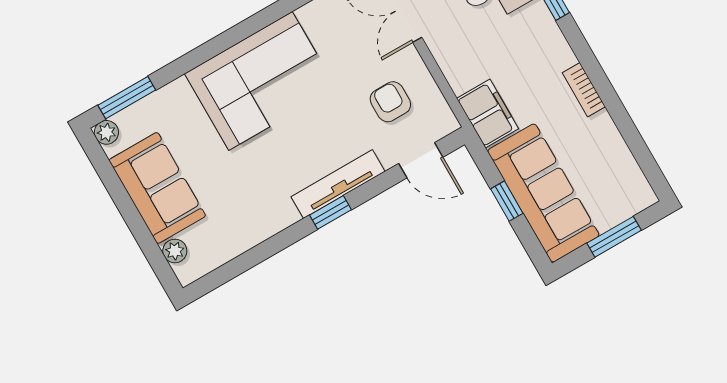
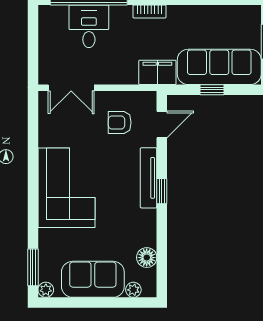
bookcase: (584, 90) -> (149, 11), moved
floor lamp: (229, 244) -> (147, 258), added

